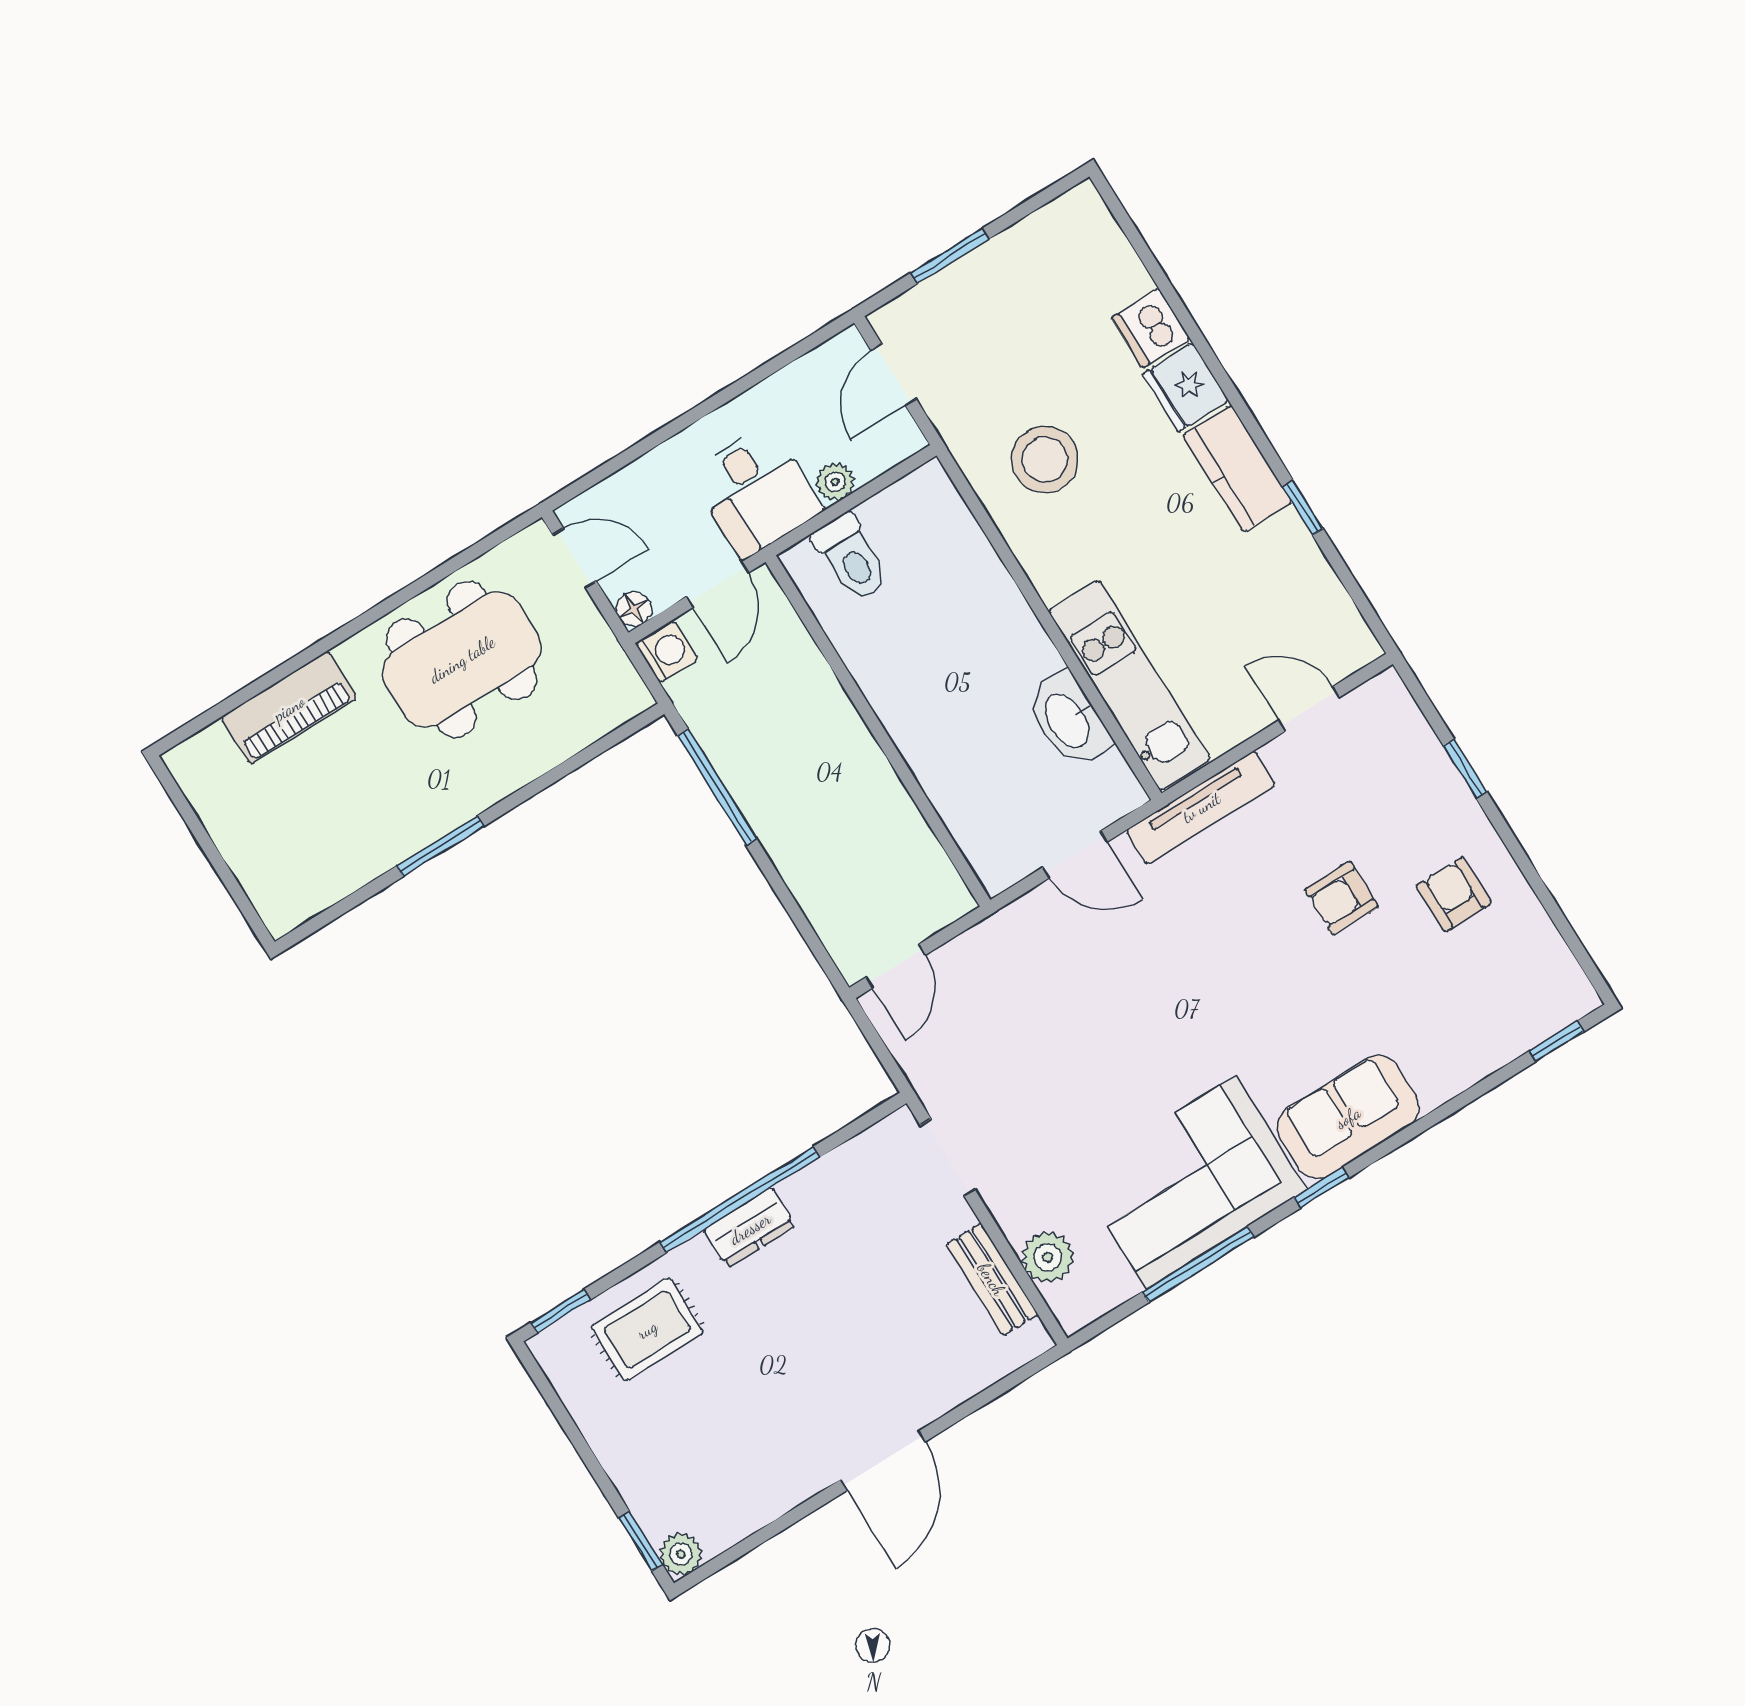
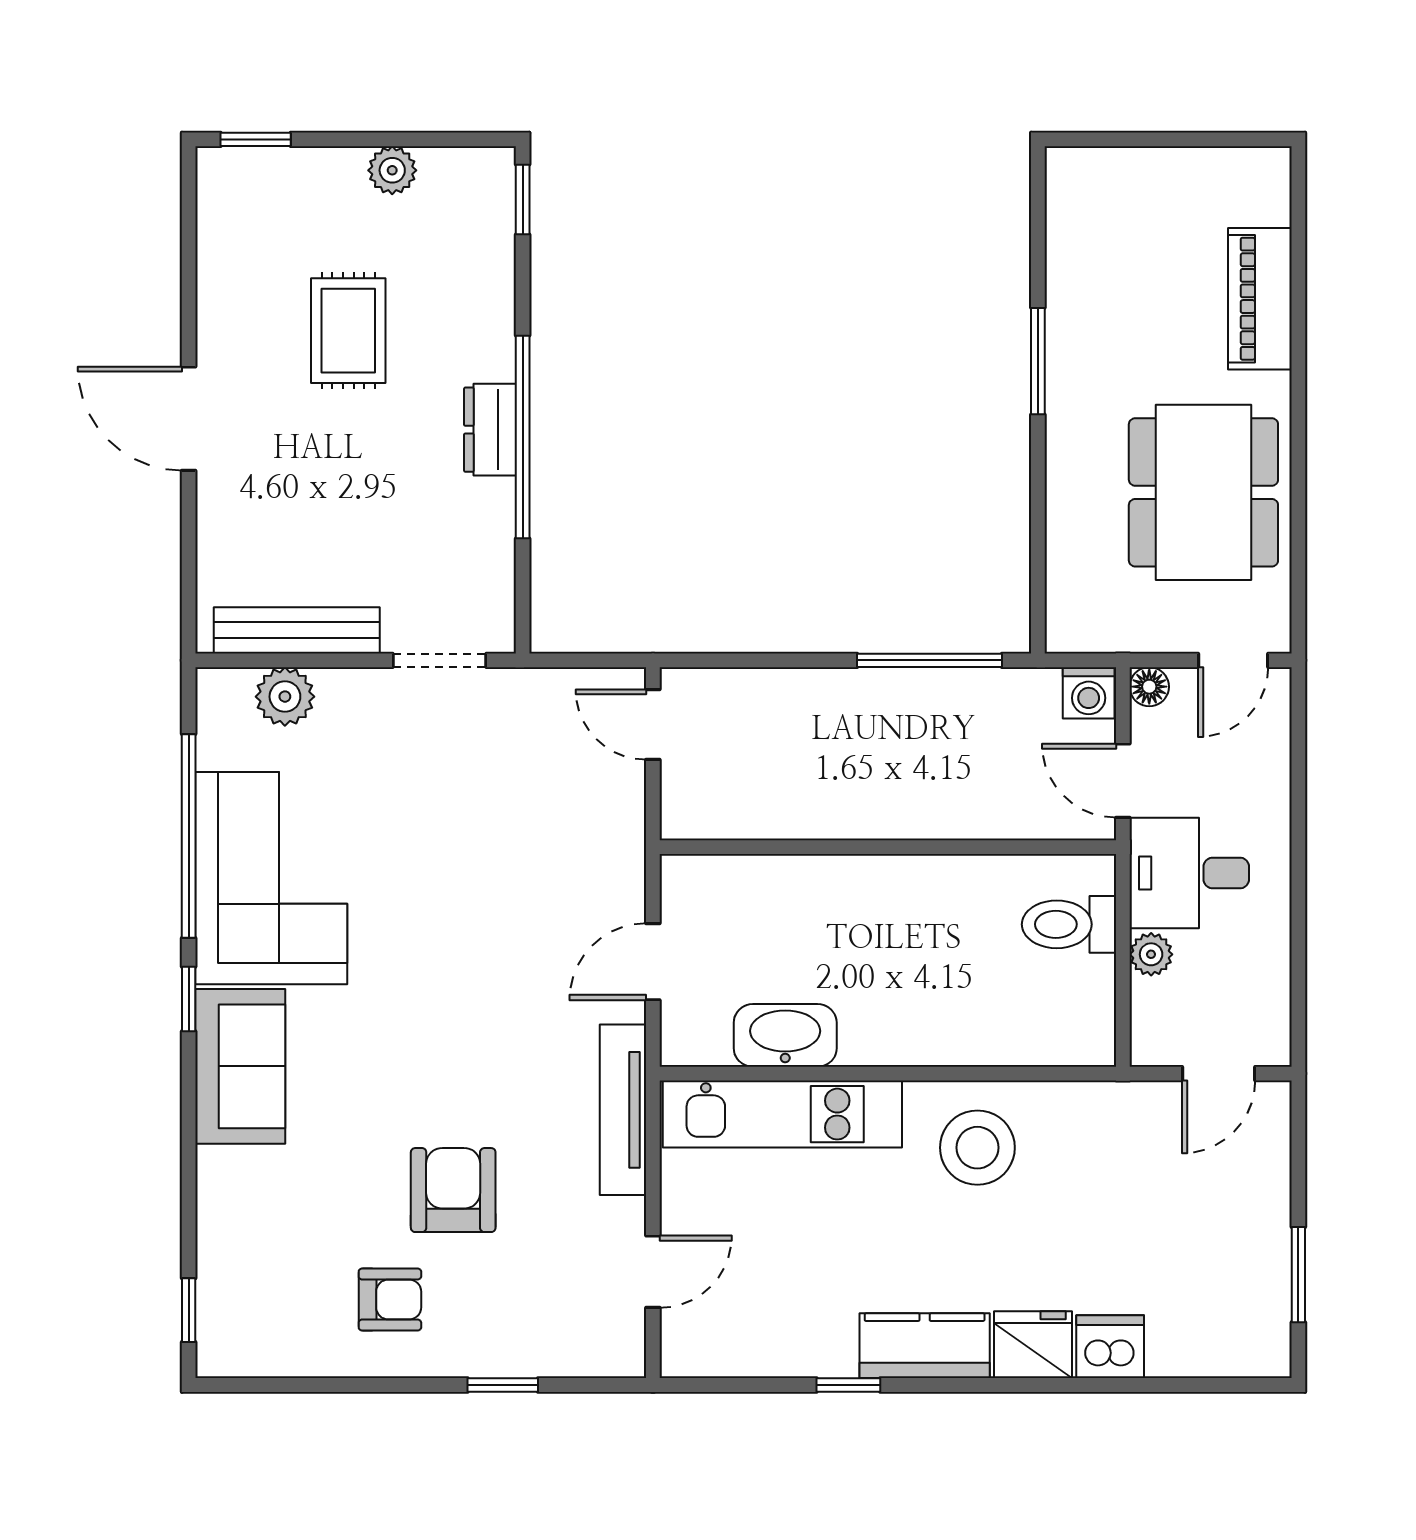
window: (950, 256) -> (1298, 1275), moved
door: (894, 375) -> (1219, 1074), swing flipped
stool: (1045, 459) -> (977, 1148), moved
armchair: (1341, 898) -> (453, 1190), width x1.38, depth x1.38
window: (1198, 1264) -> (189, 836), width x1.46
bench: (992, 1279) -> (297, 630), width x1.36
rug: (647, 1329) -> (348, 331), moved
plant: (681, 1554) -> (392, 170), moved

